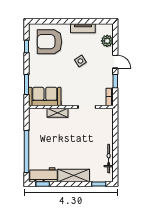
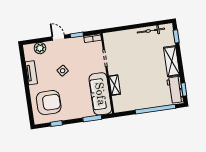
armchair: (49, 42) -> (49, 103), turned -90
door: (115, 62) -> (58, 38), hinge flipped
sofa: (45, 97) -> (100, 94), width x1.36

